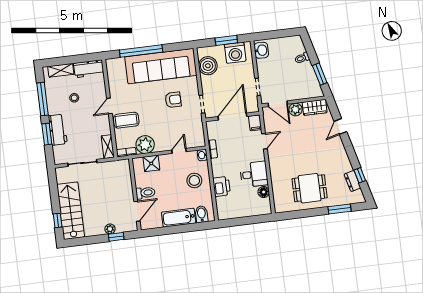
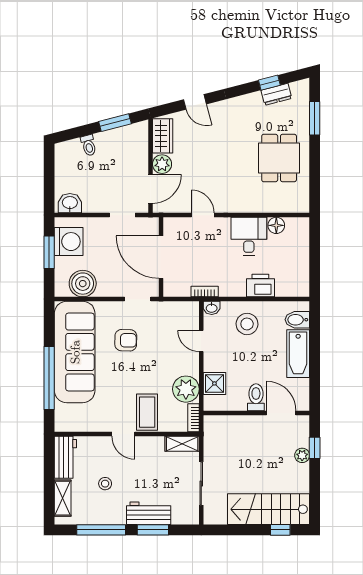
armchair: (173, 100) -> (126, 340), turned 91
filing cabinet: (255, 123) -> (174, 225), removed

